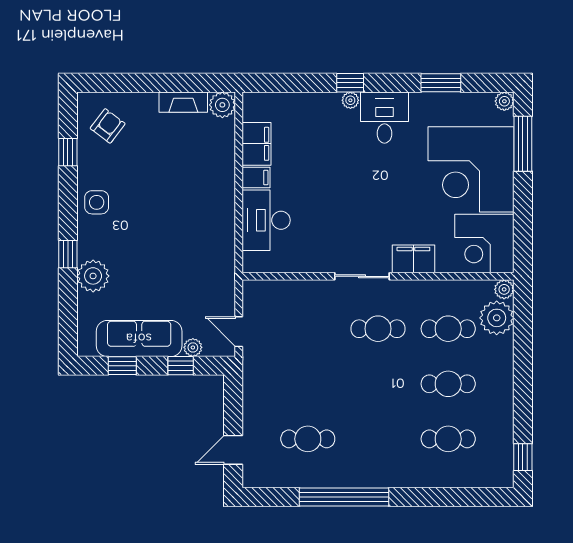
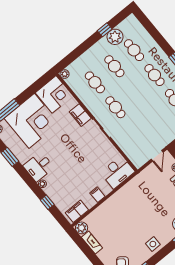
window: (350, 83) -> (47, 202), moved
filing cabinet: (257, 144) -> (77, 211), moved
desk: (266, 220) -> (118, 172), moved
plant: (497, 318) -> (115, 37), moved
cafe table: (378, 439) -> (154, 75), added
window: (523, 457) -> (105, 30), moved

